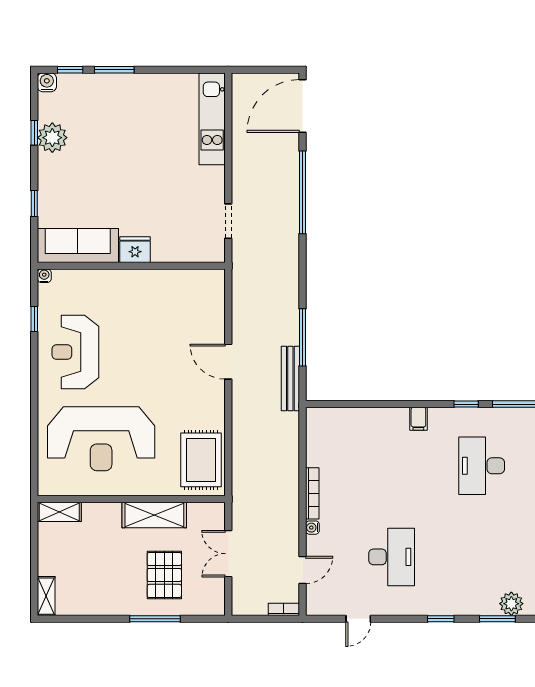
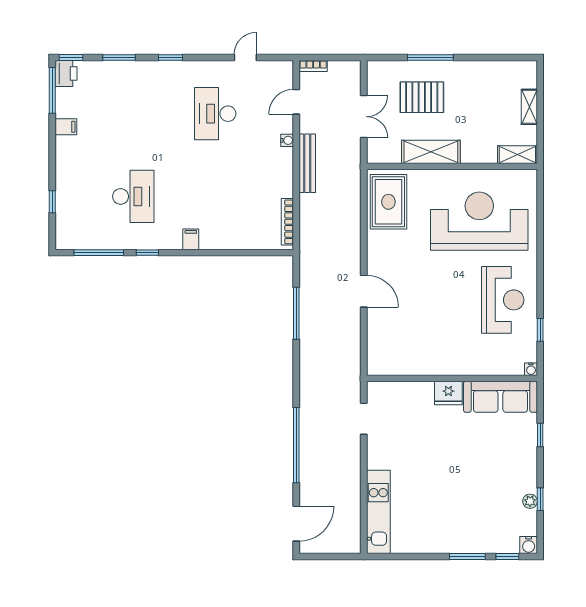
door: (302, 106) -> (296, 524), width x0.73
plant: (52, 138) -> (530, 501), width x0.53, depth x0.53
bench: (290, 378) -> (307, 163), moved
bookcase: (312, 493) -> (287, 222), moved
pallet: (164, 575) -> (422, 97), turned 90
shelving: (46, 596) -> (529, 107), moved
plant: (511, 604) -> (106, 71), removed

